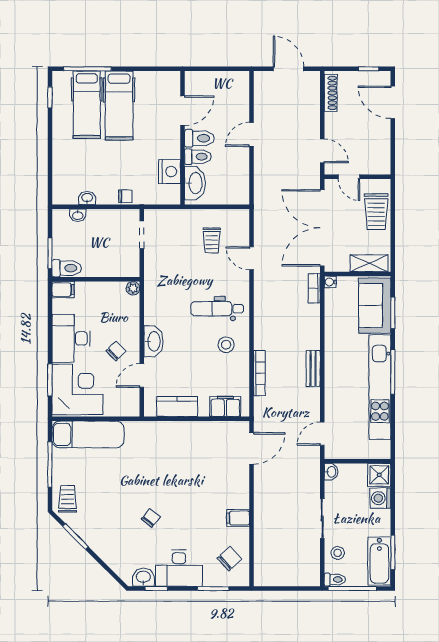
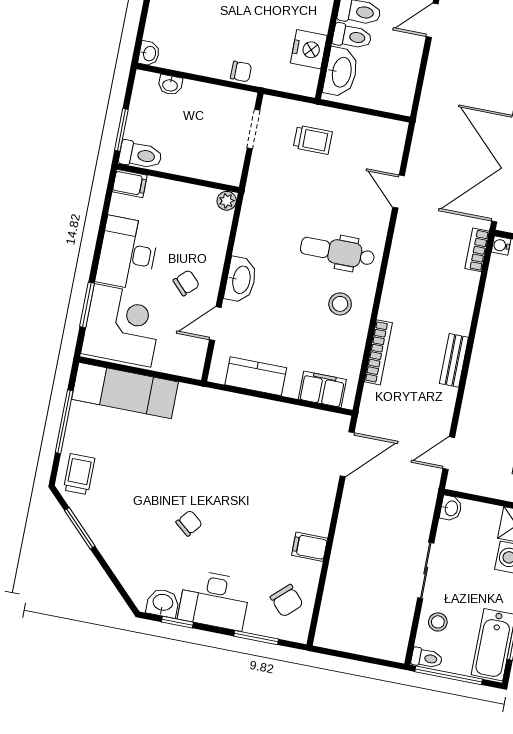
washbasin: (87, 198) -> (149, 53), moved, turned 90
trolley: (212, 240) -> (313, 140), moved, turned -90
chair: (229, 559) -> (287, 601), turned 89

